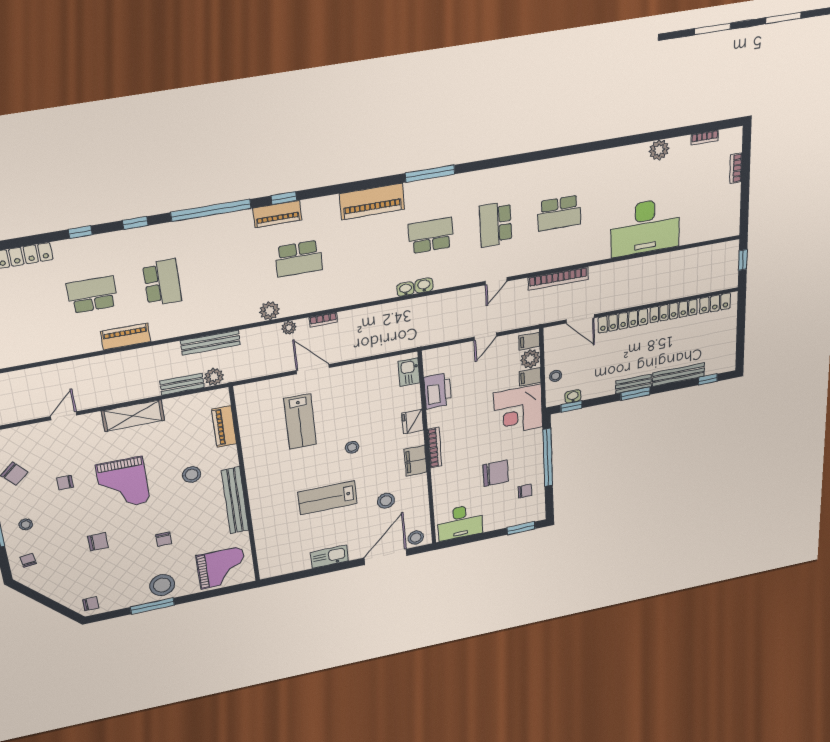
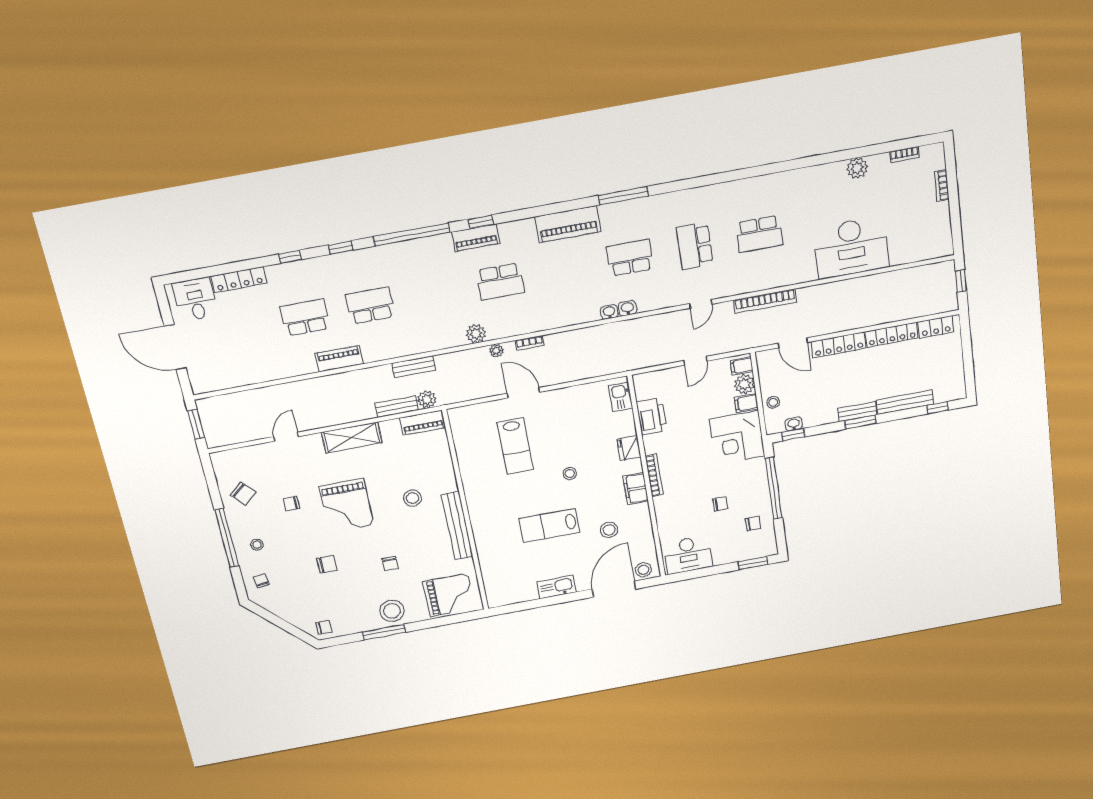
school desk: (162, 282) -> (370, 306), turned -90
bench: (210, 343) -> (414, 367), width x0.73
piano: (224, 426) -> (423, 423), moved, turned -90
chair: (496, 473) -> (720, 504), width x0.54, depth x0.54

